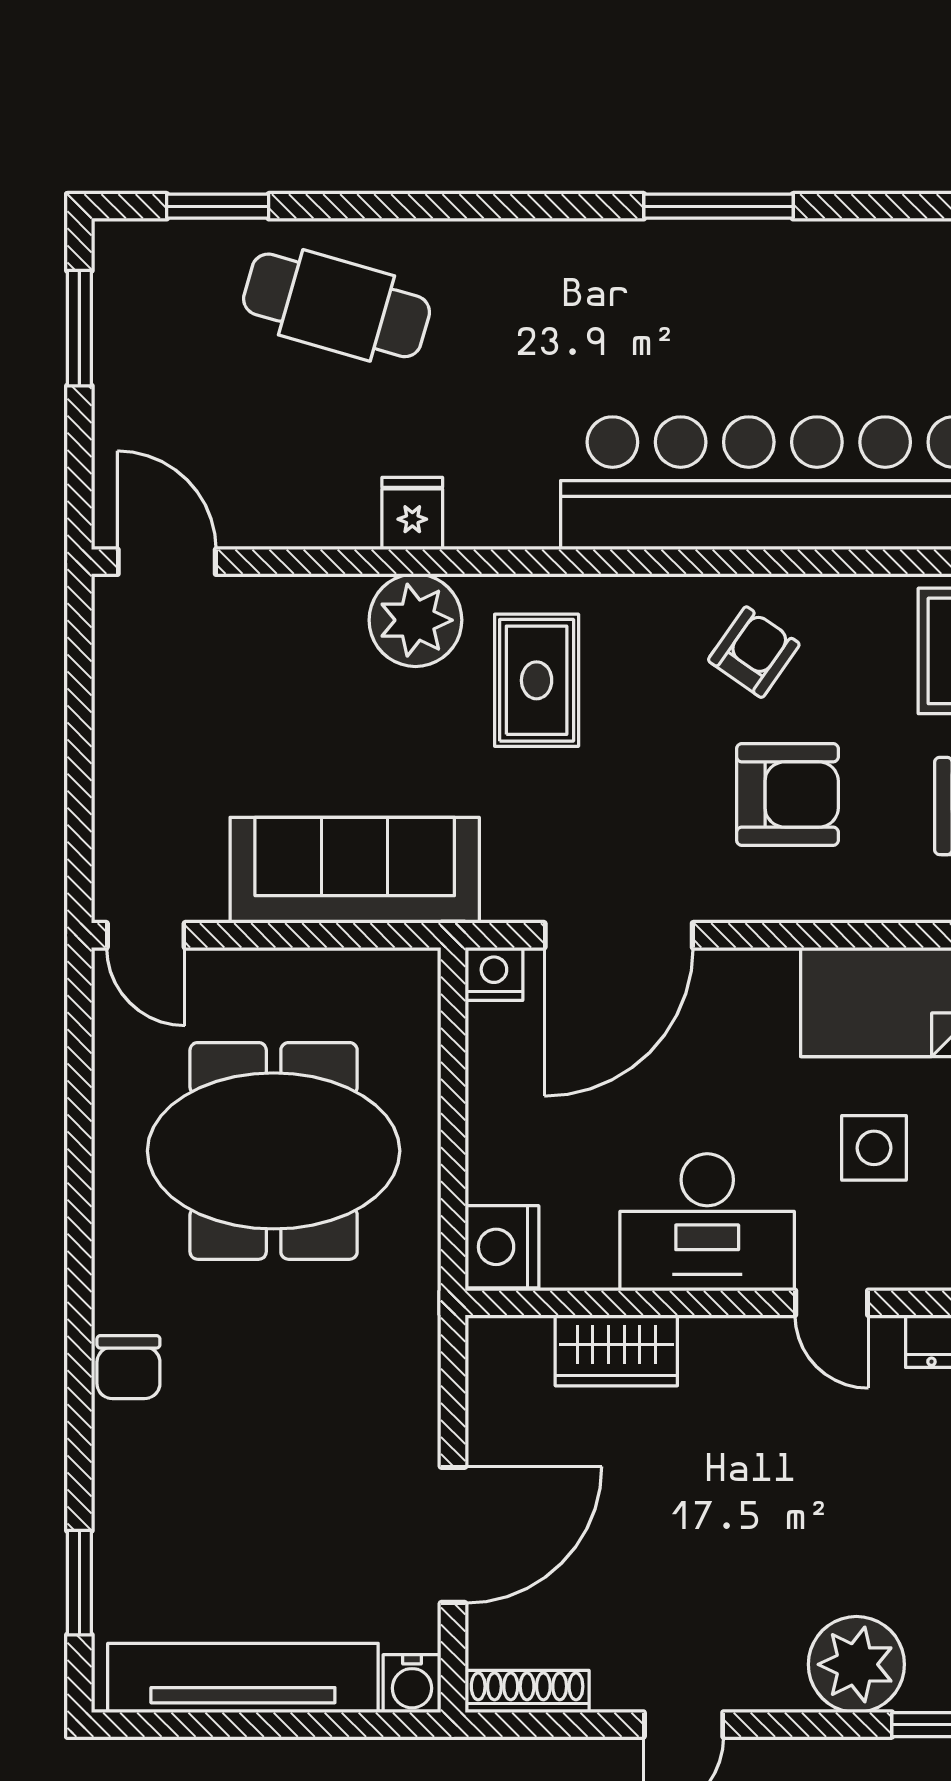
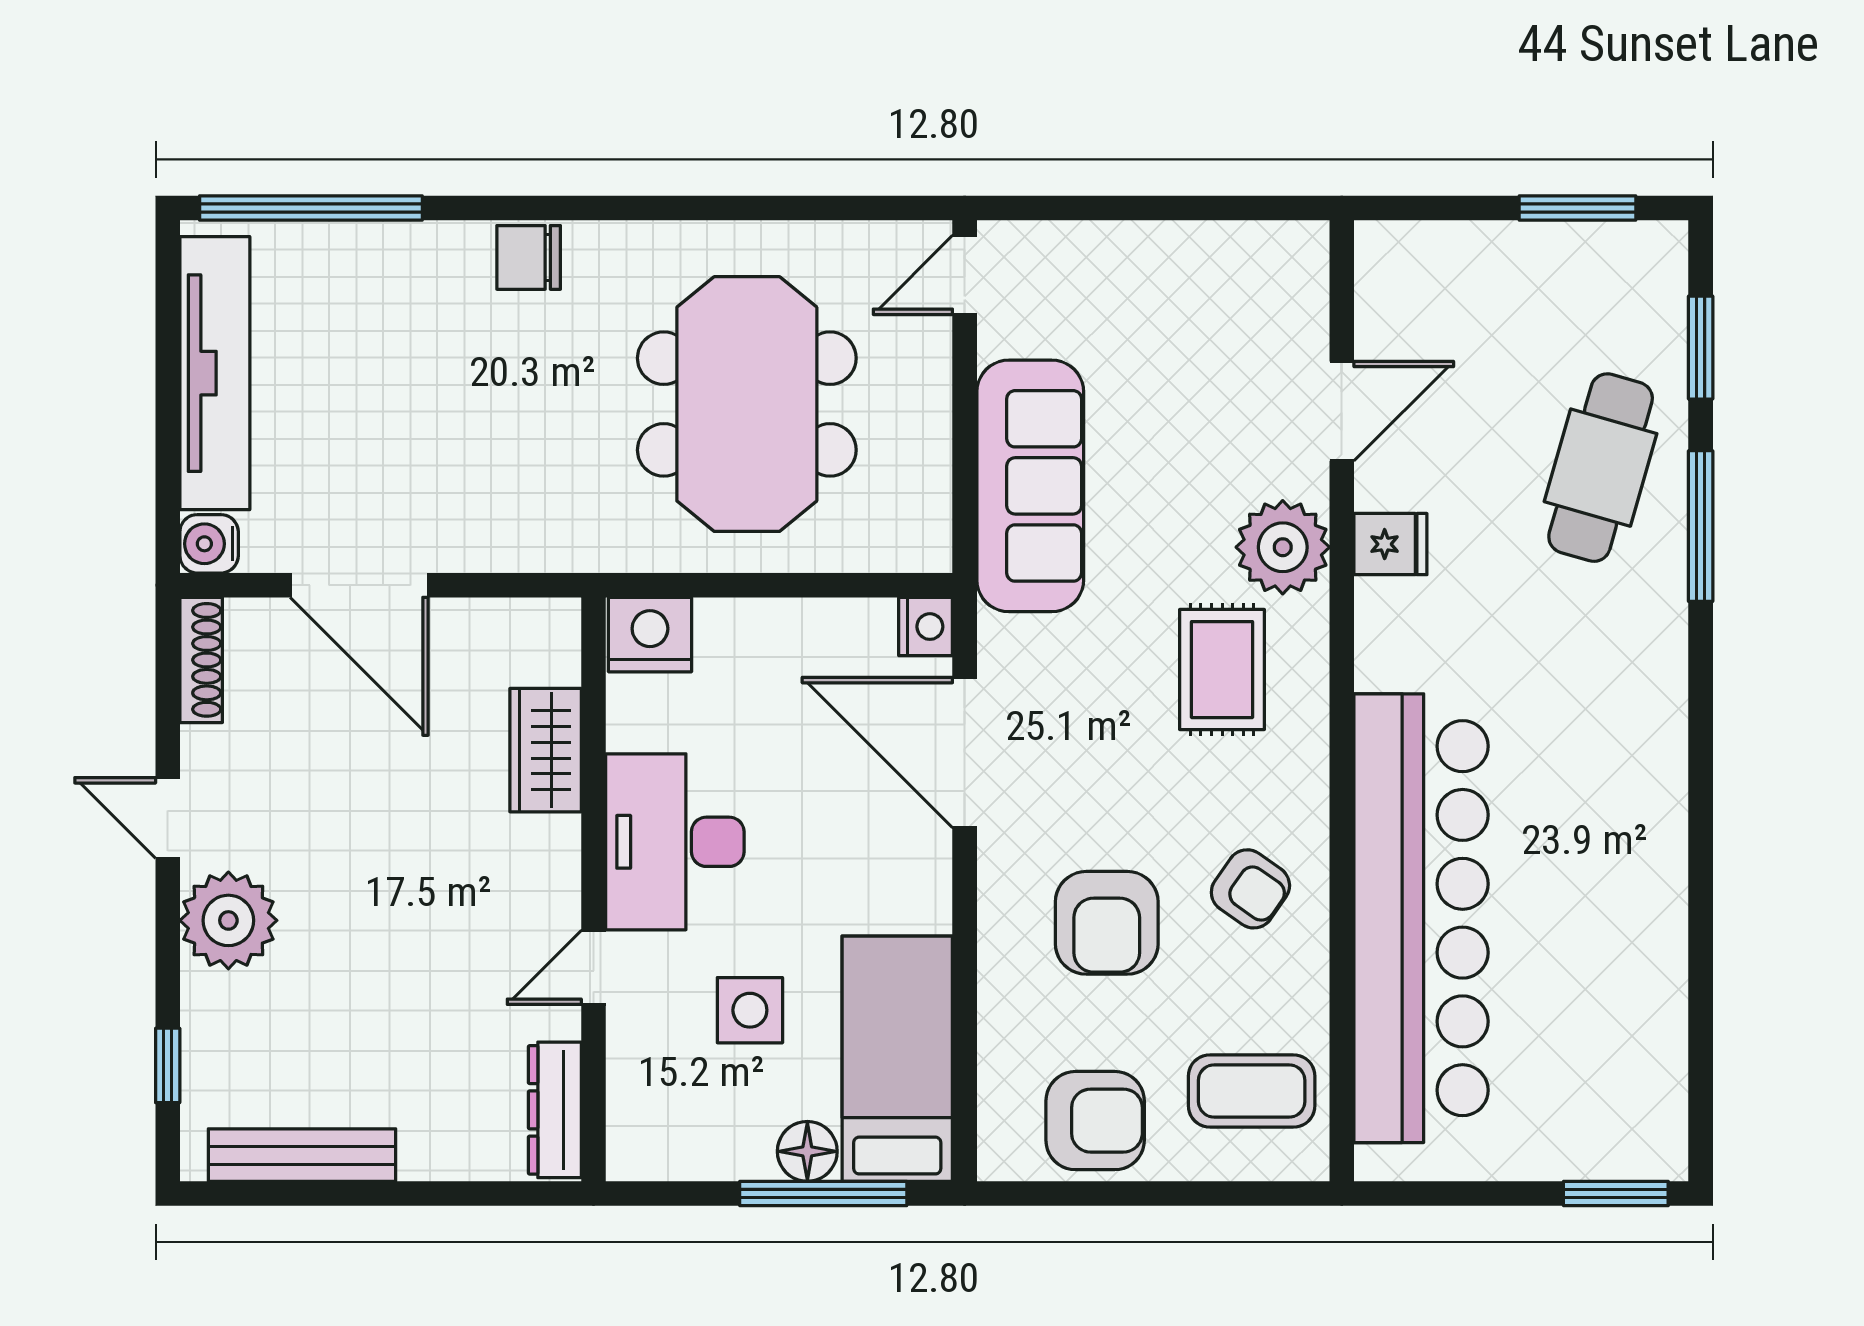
window: (718, 206) -> (1701, 526), moved
door: (167, 562) -> (1342, 411), moved
rug: (537, 680) -> (1222, 670), turned 90
window: (79, 1583) -> (311, 208), width x2.11
plant: (856, 1664) -> (228, 920), moved

